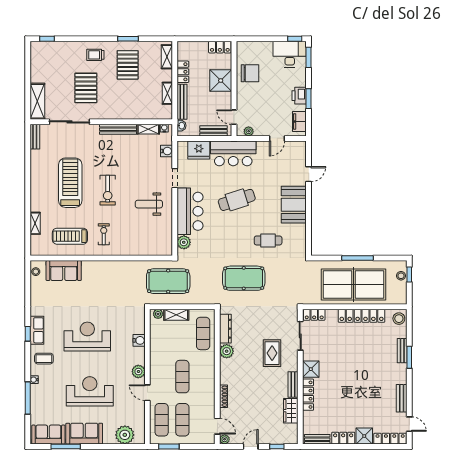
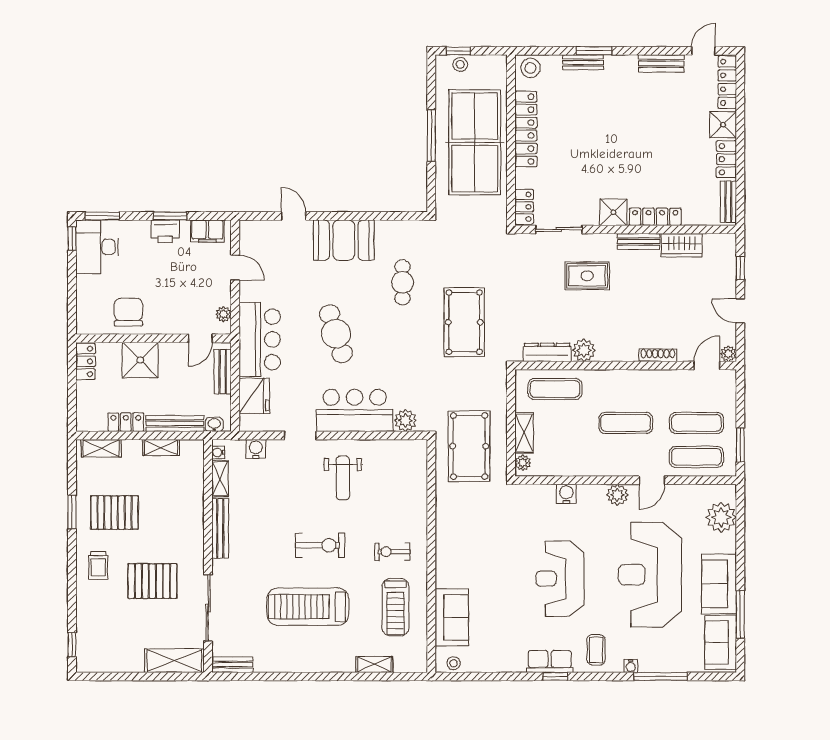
reception desk: (90, 391) -> (650, 575), width x1.36, depth x1.30

